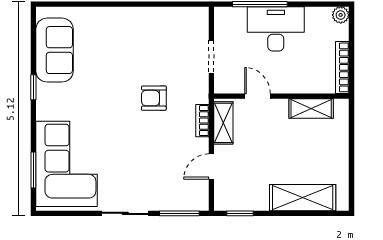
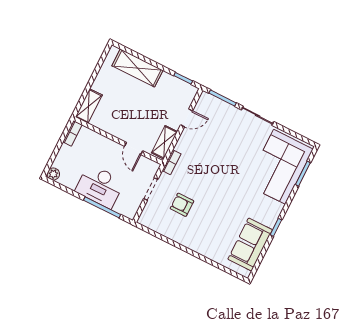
bookcase: (342, 67) -> (72, 133), width x0.64
armchair: (154, 98) -> (182, 205), moved, turned 180
shelving: (311, 108) -> (89, 106), moved, turned 90
bookcase: (202, 121) -> (172, 162), moved

